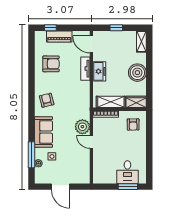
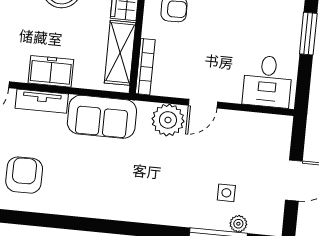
armchair: (47, 100) -> (103, 192), removed
sofa: (43, 132) -> (102, 117), moved, turned 180
desk: (127, 172) -> (268, 81), moved, turned 90

